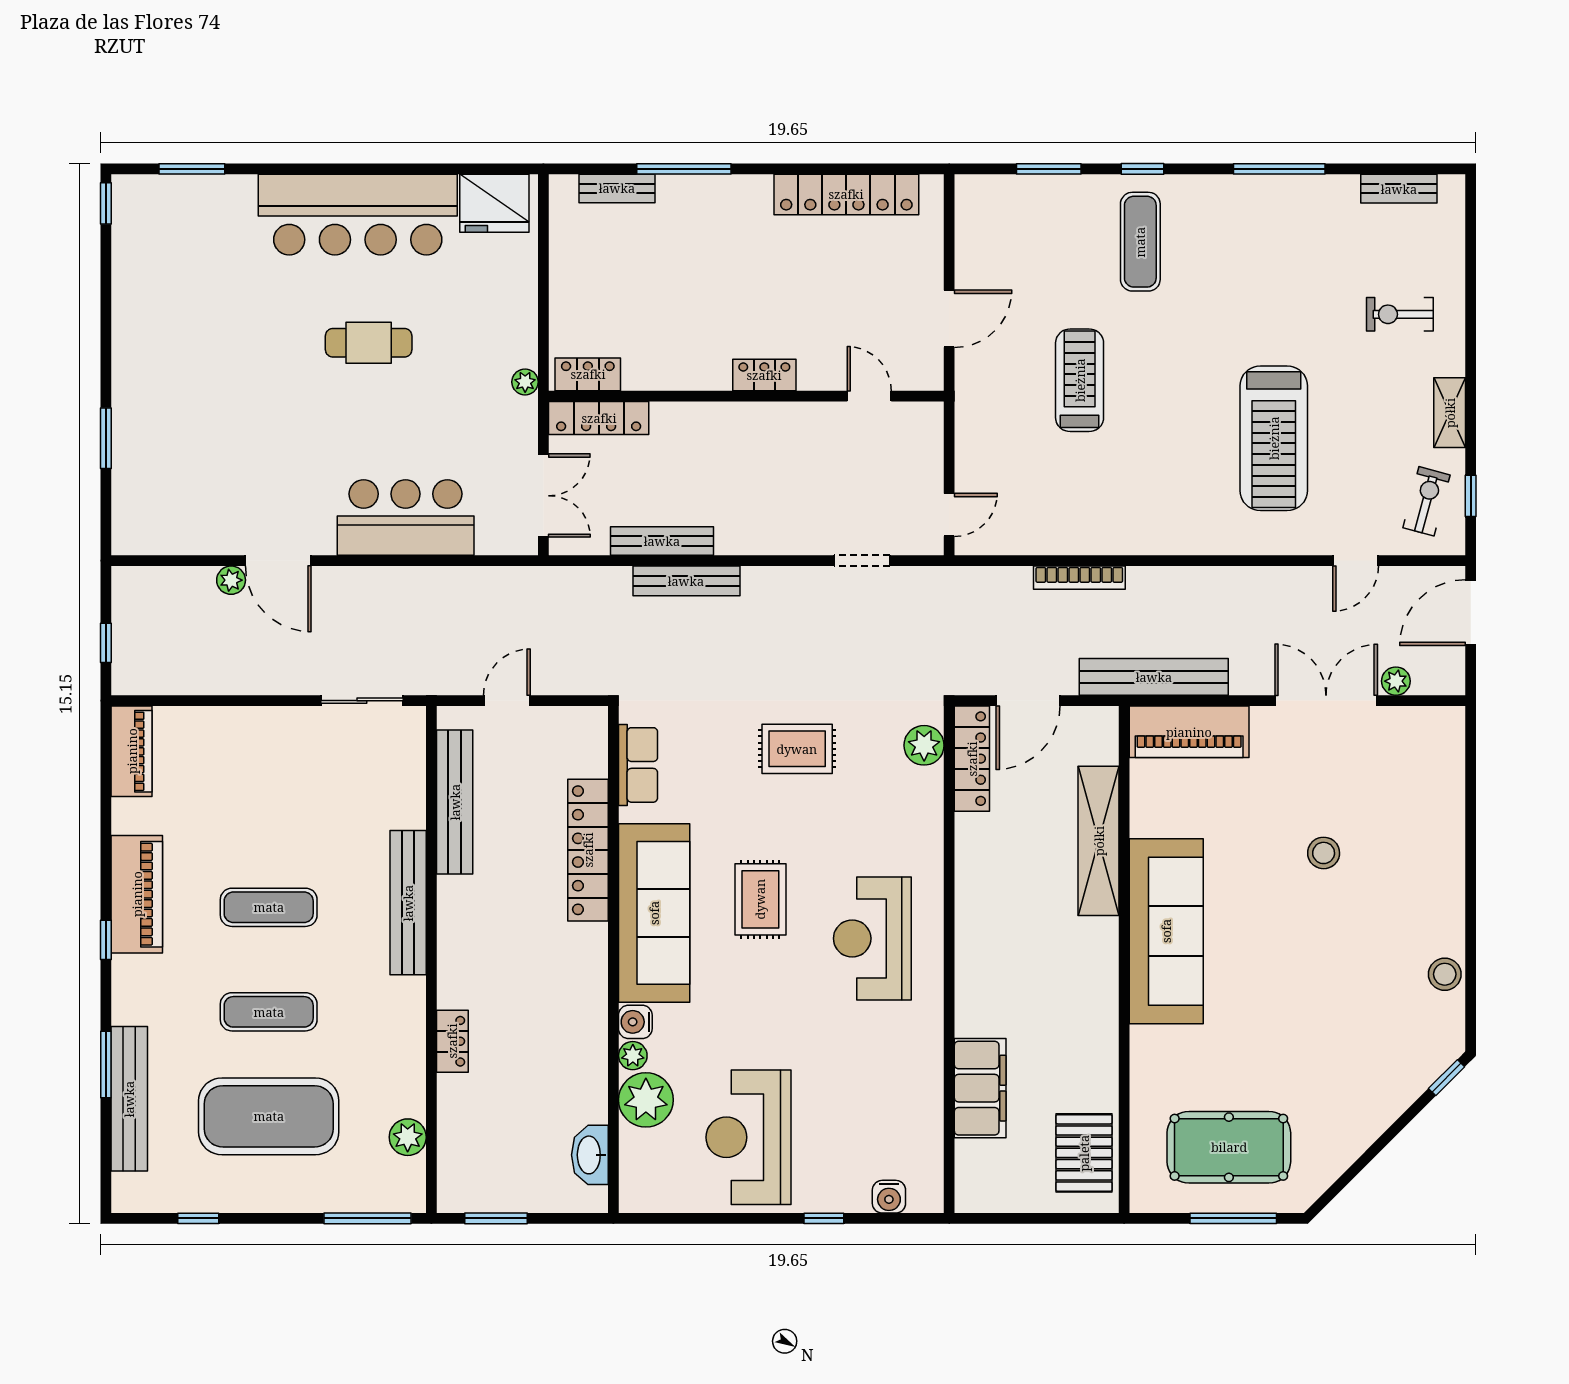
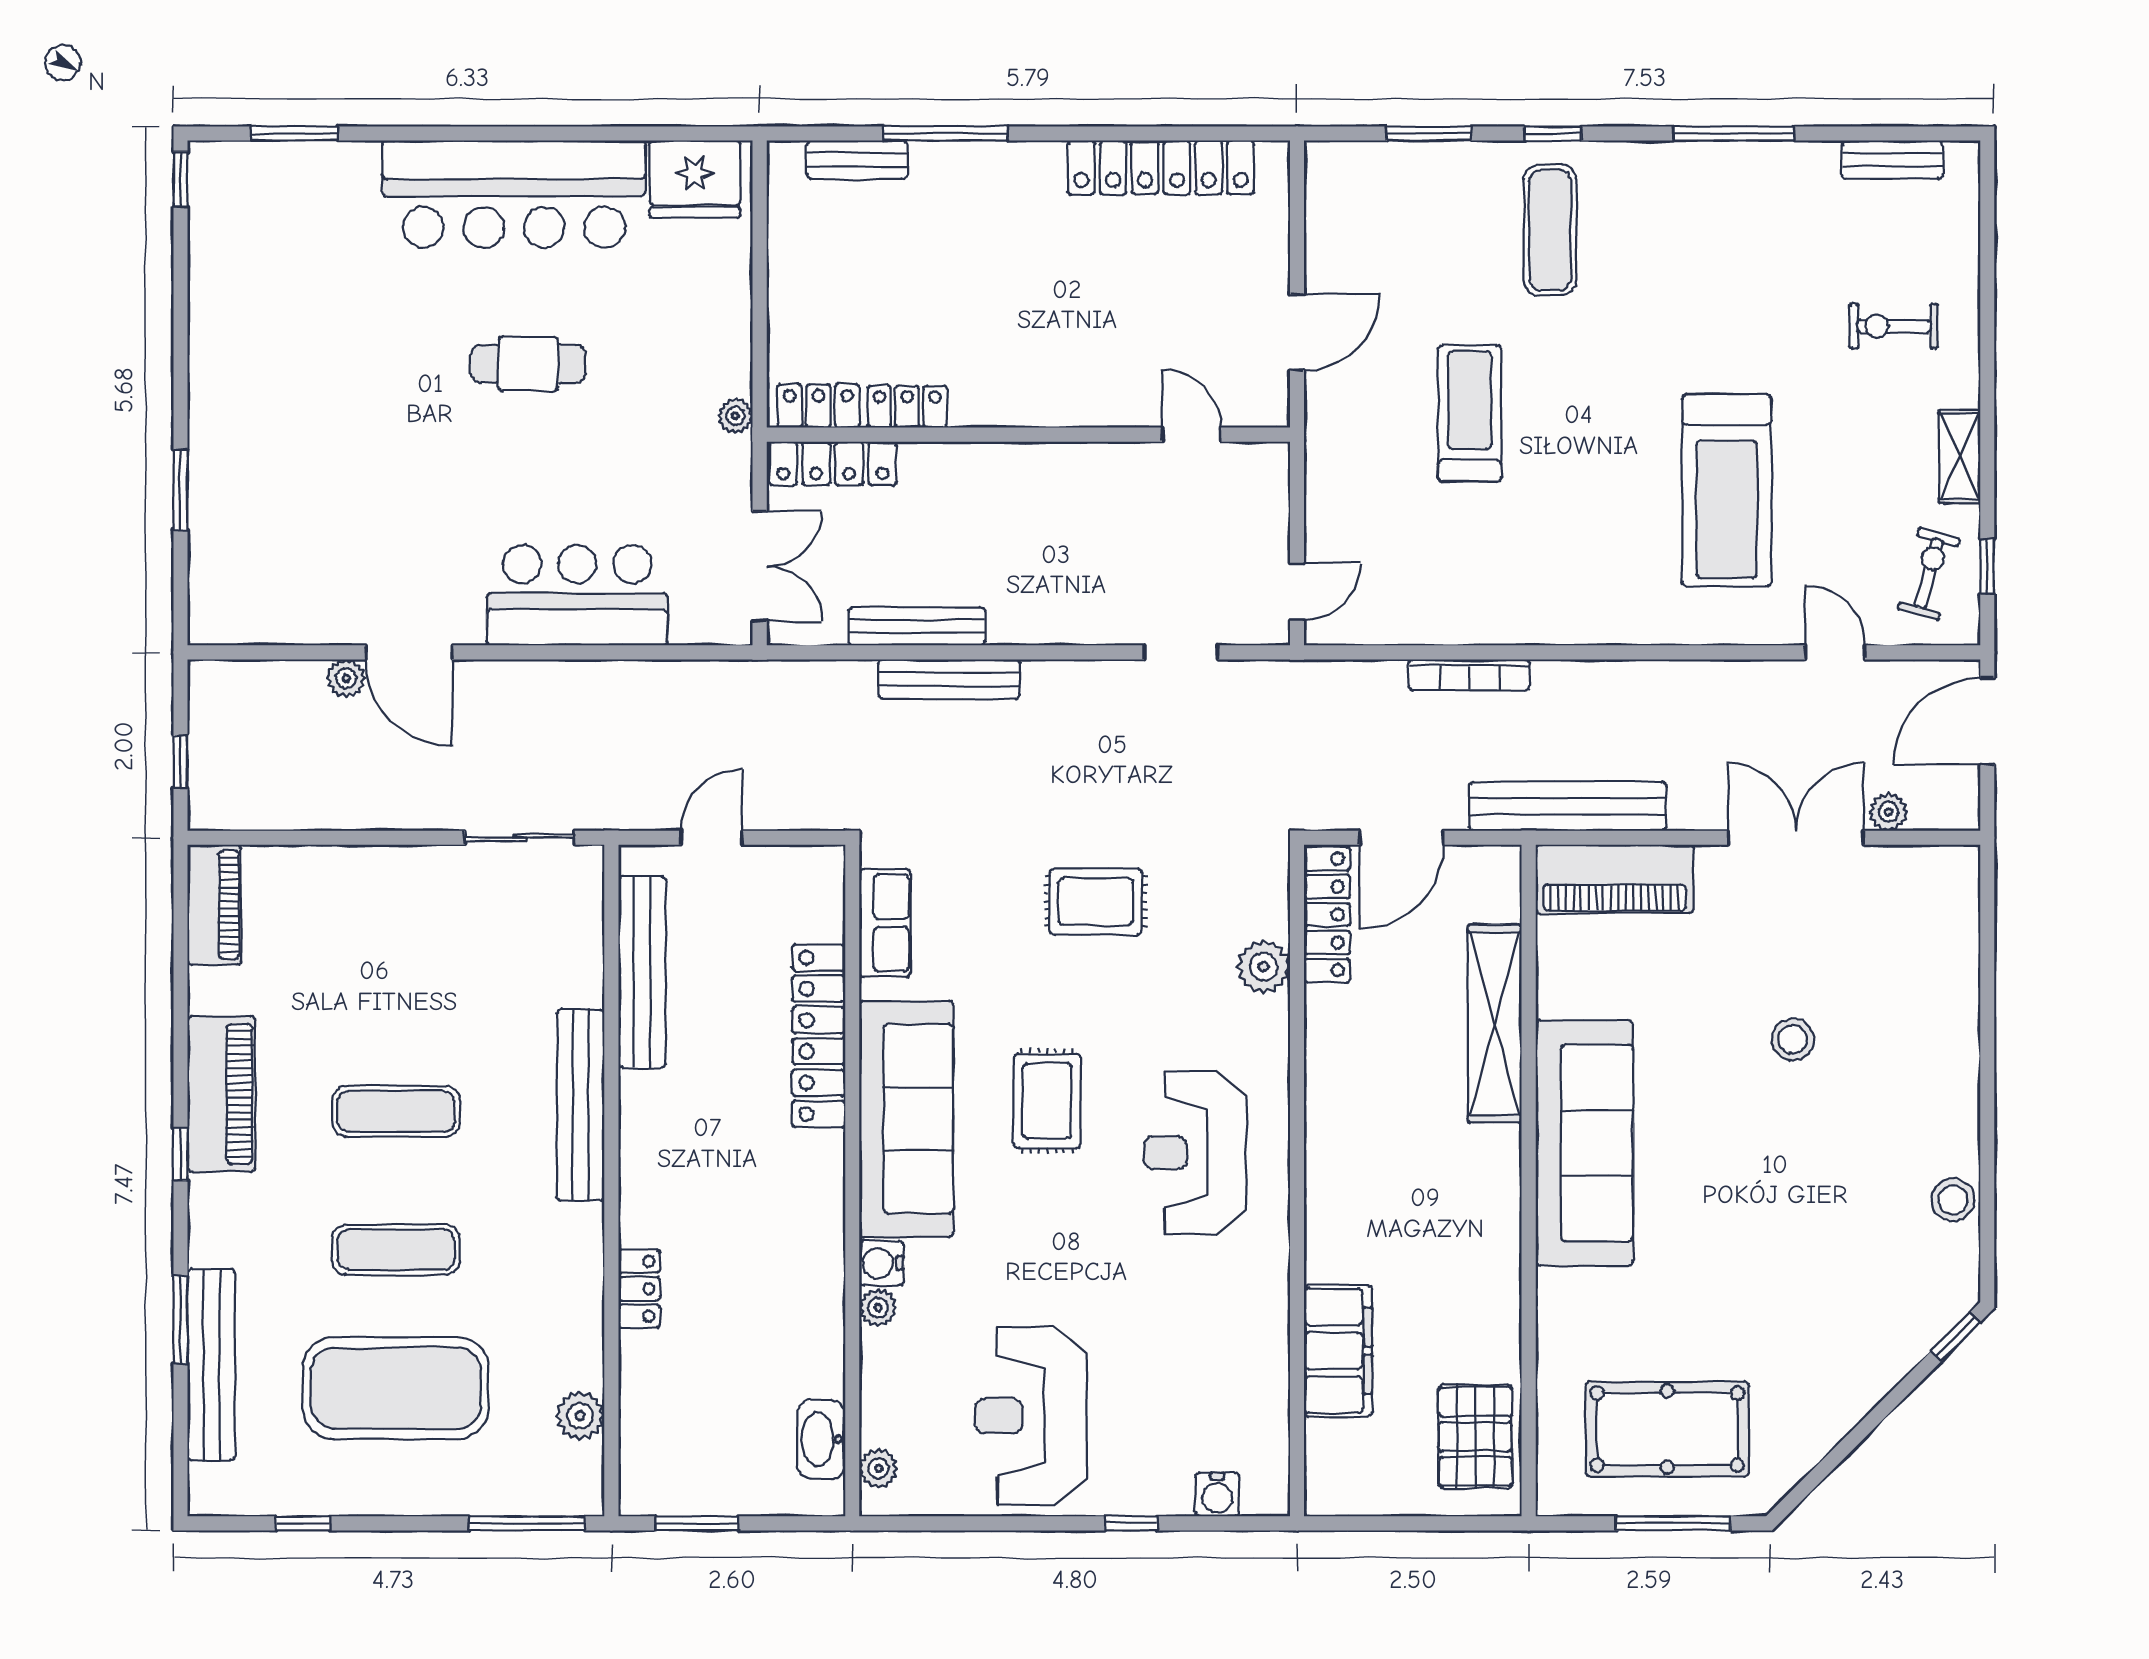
locker: (764, 375) -> (907, 407), moved
door: (1356, 561) -> (1835, 652), swing flipped
plant: (924, 745) -> (1264, 967), moved
plant: (646, 1100) -> (878, 1468), moved, width x0.53, depth x0.53

